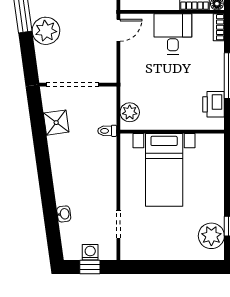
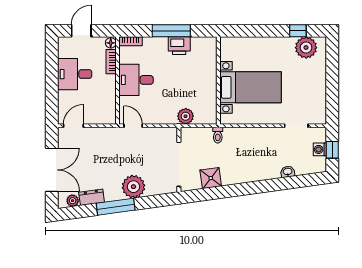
printer: (214, 104) -> (179, 46), moved
plant: (130, 112) -> (186, 116), moved

